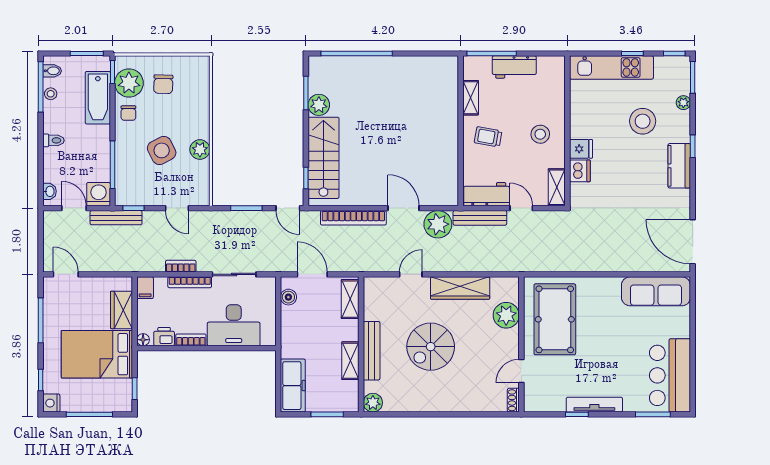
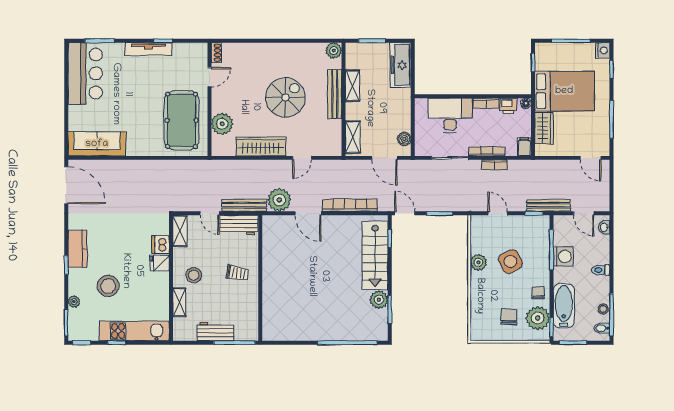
shelving: (471, 98) -> (179, 302), moved
washing machine: (99, 194) -> (563, 256), moved, turned -90

